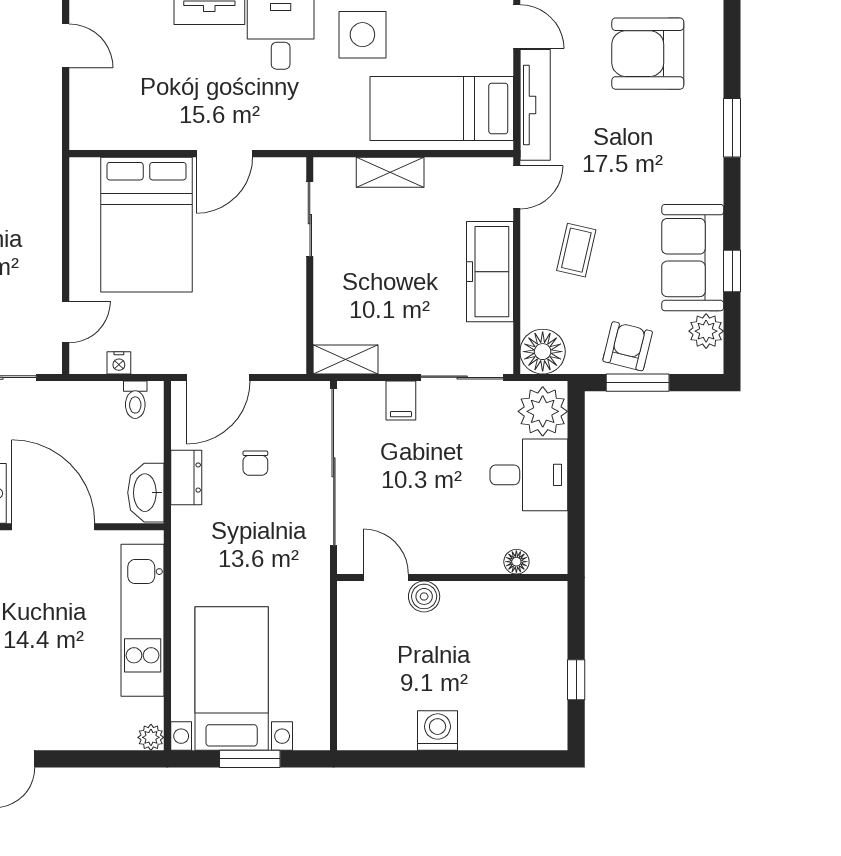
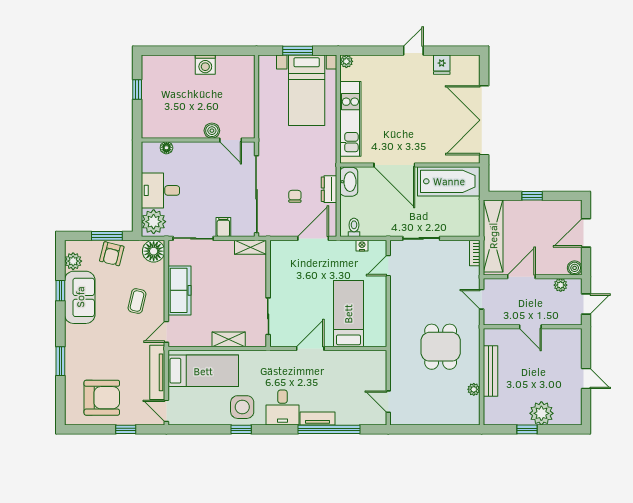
bed: (146, 225) -> (348, 314), width x0.67

